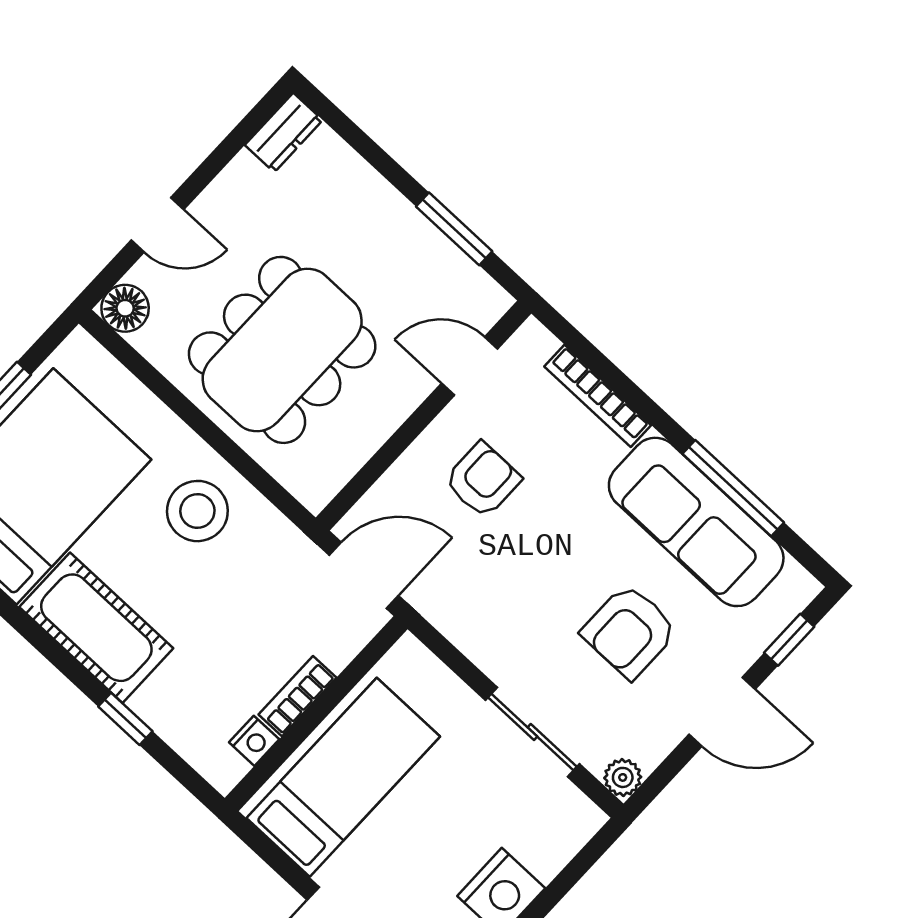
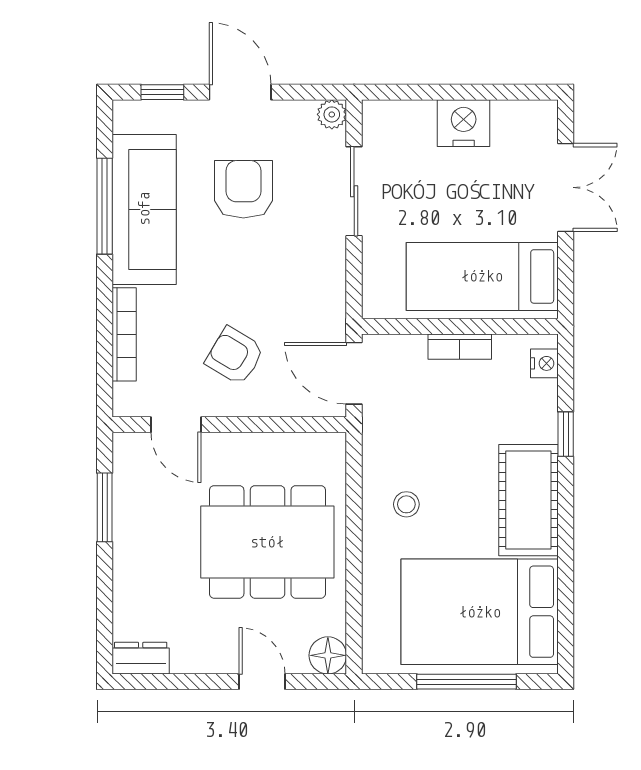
armchair: (483, 480) -> (235, 356), turned 31
stool: (197, 511) -> (406, 504), width x0.53, depth x0.53
armchair: (629, 631) -> (243, 189), turned -90
nightstand: (254, 741) -> (544, 363), moved, turned 90

